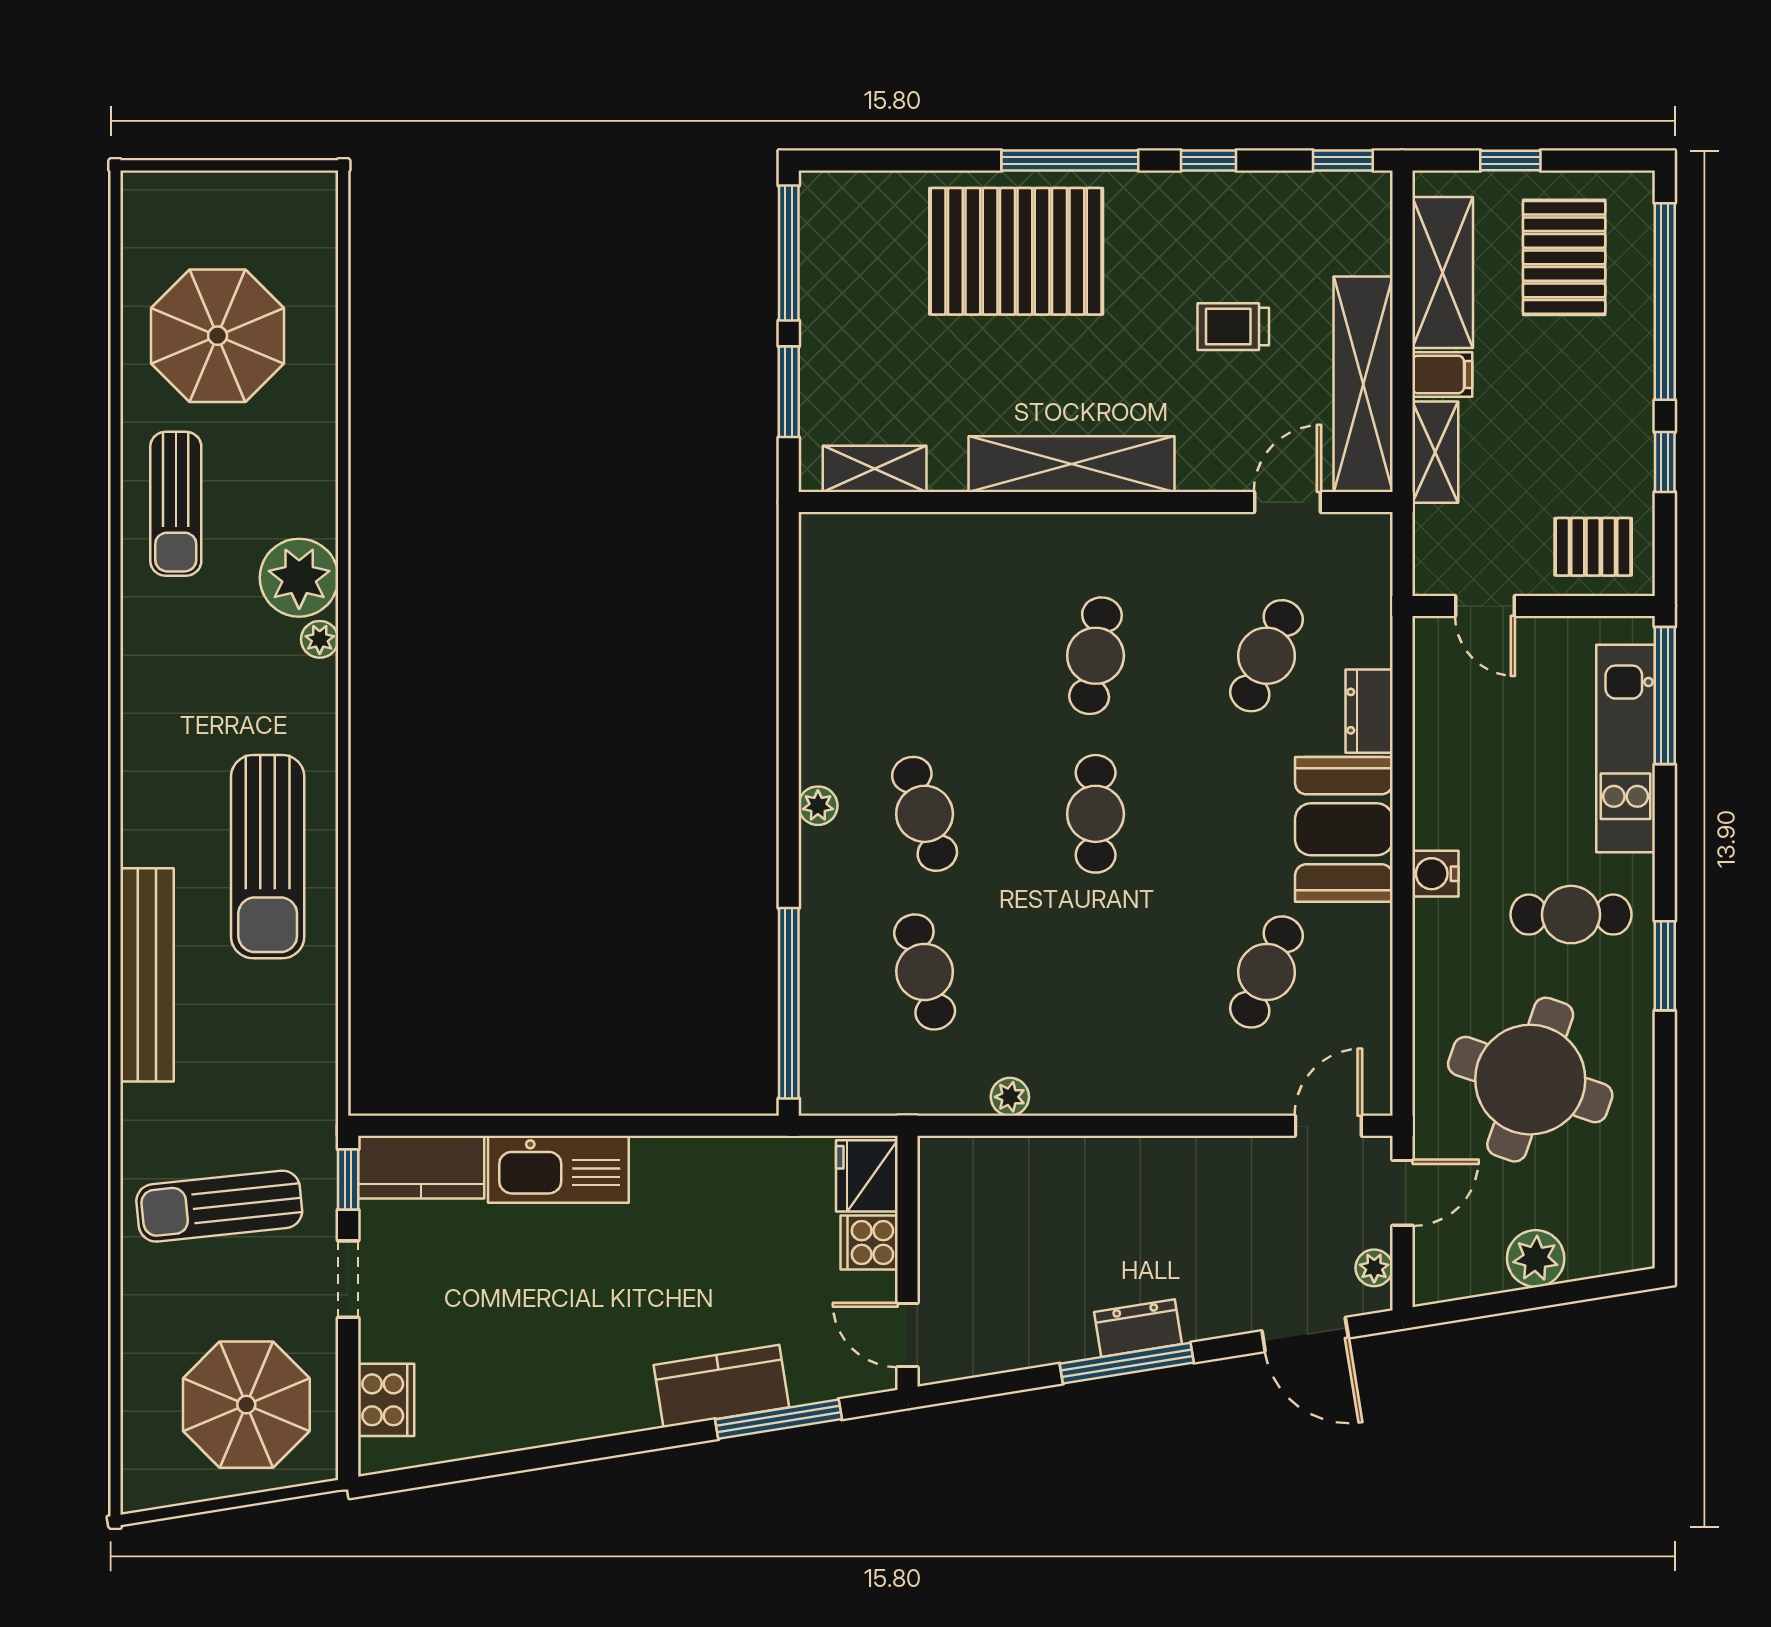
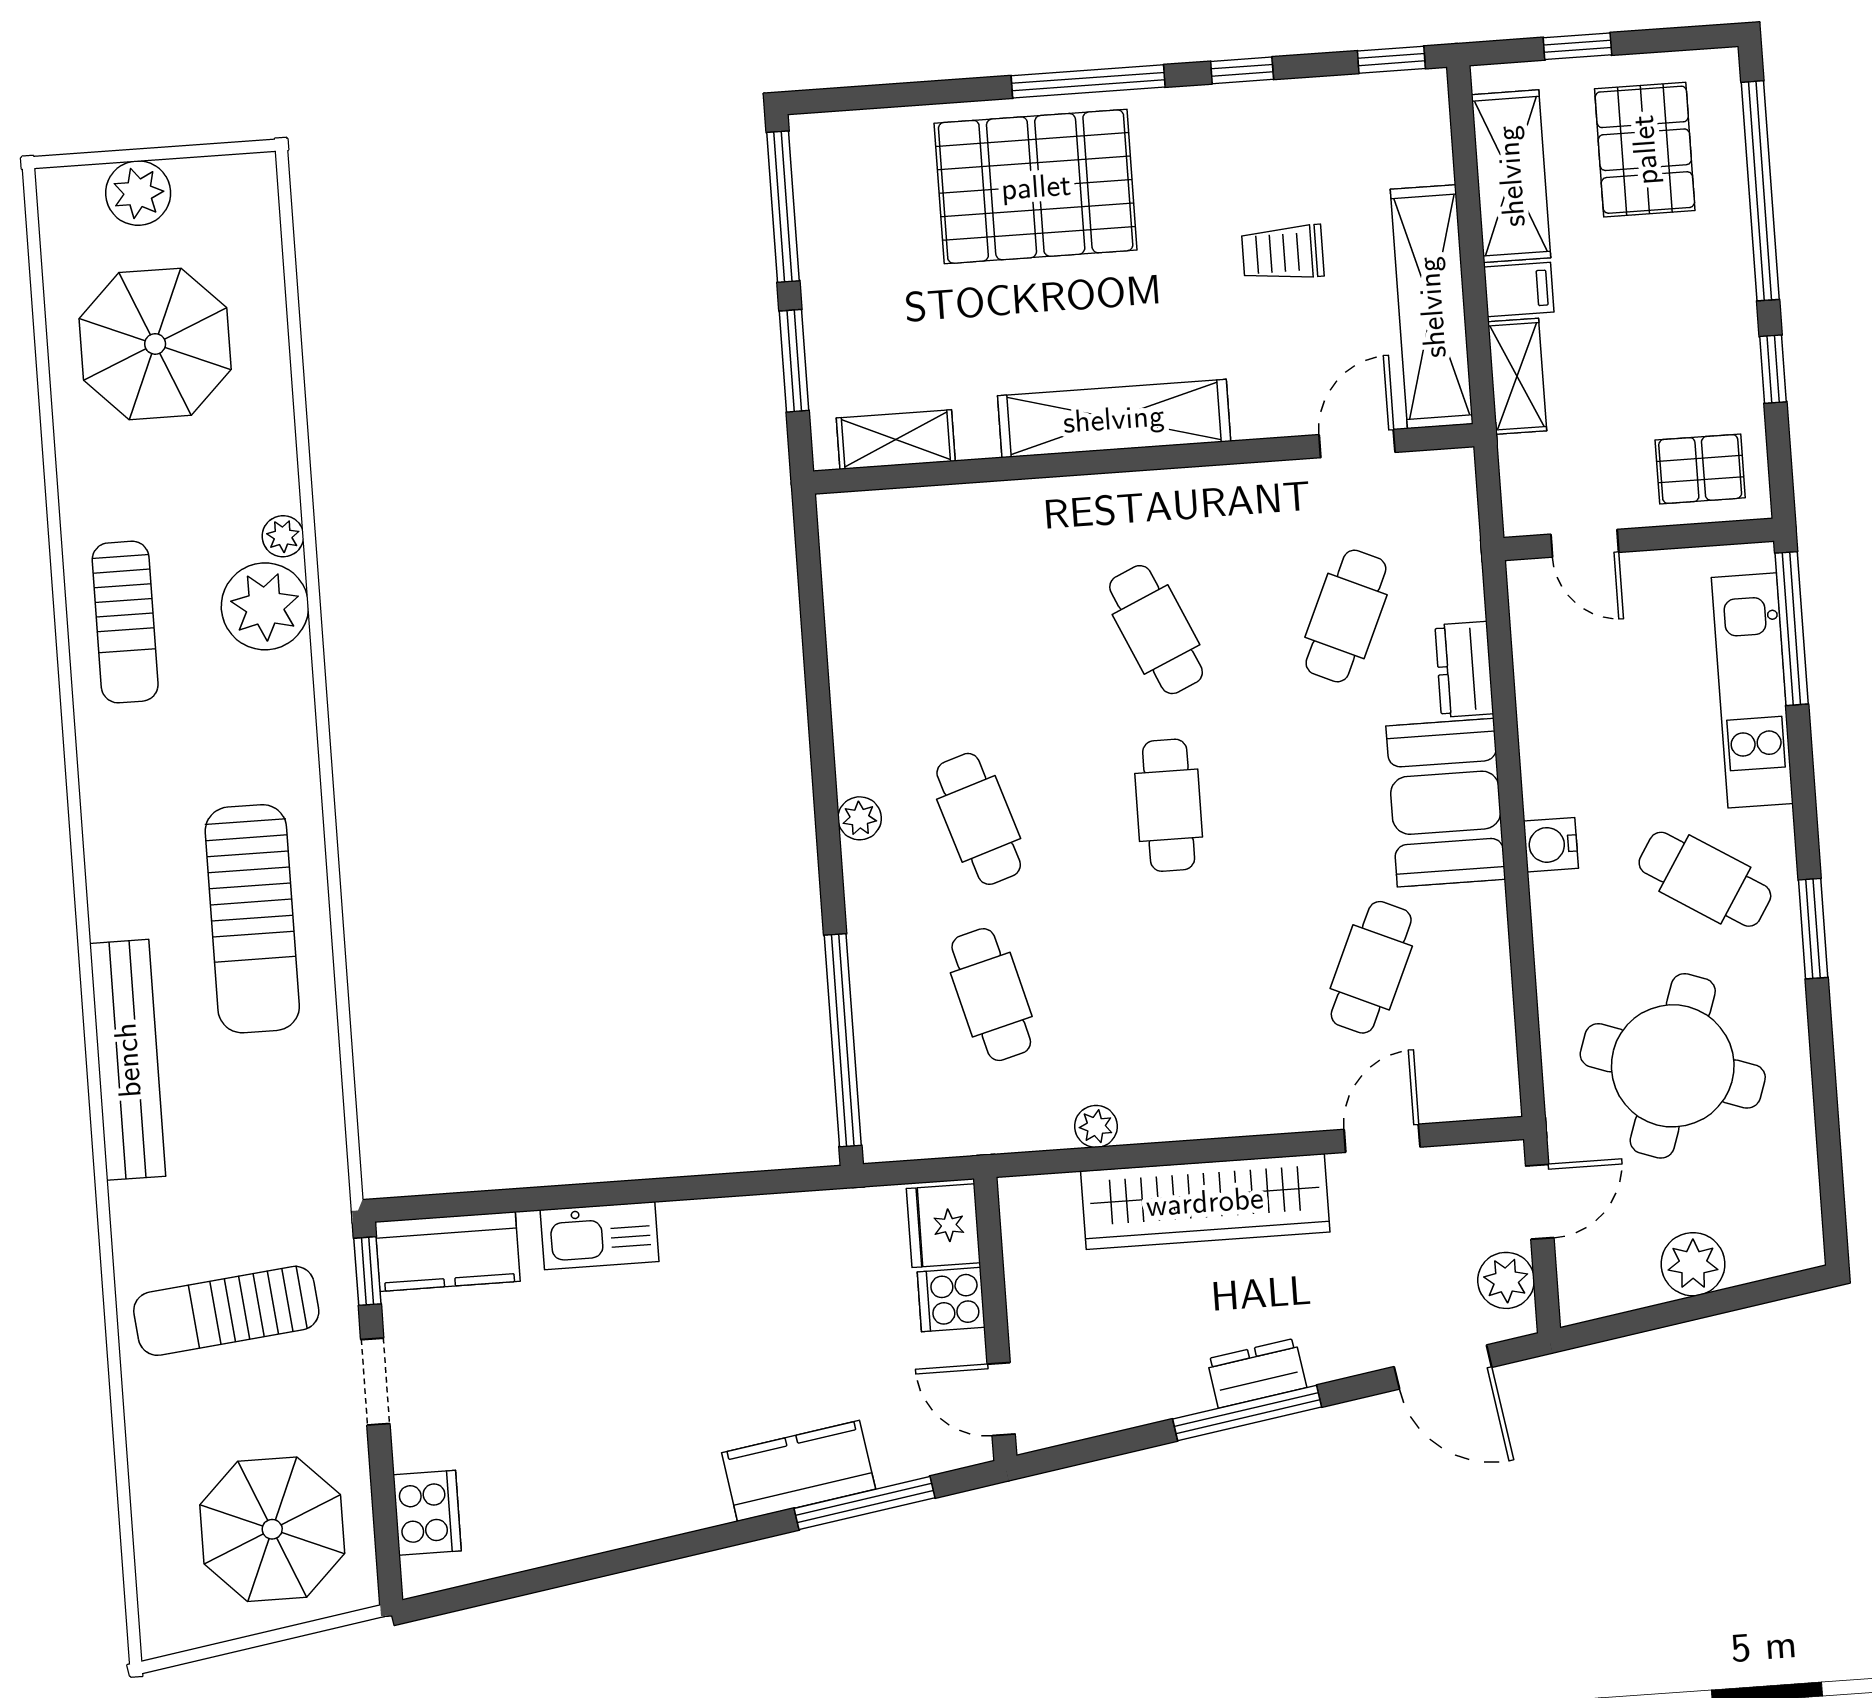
plant: (212, 199) -> (138, 193), added
sun lounger: (176, 504) -> (125, 622), moved
plant: (320, 639) -> (283, 536), moved
cafe table: (1096, 656) -> (1156, 630), turned -33
cafe table: (1571, 915) -> (1705, 879), turned 32
door: (1328, 1126) -> (1382, 1138), moved
kitchen sink: (558, 1169) -> (600, 1236), width x0.73, depth x0.81
wardrobe: (1103, 1171) -> (1205, 1202), added
plant: (1374, 1268) -> (1506, 1280), width x1.38, depth x1.38

